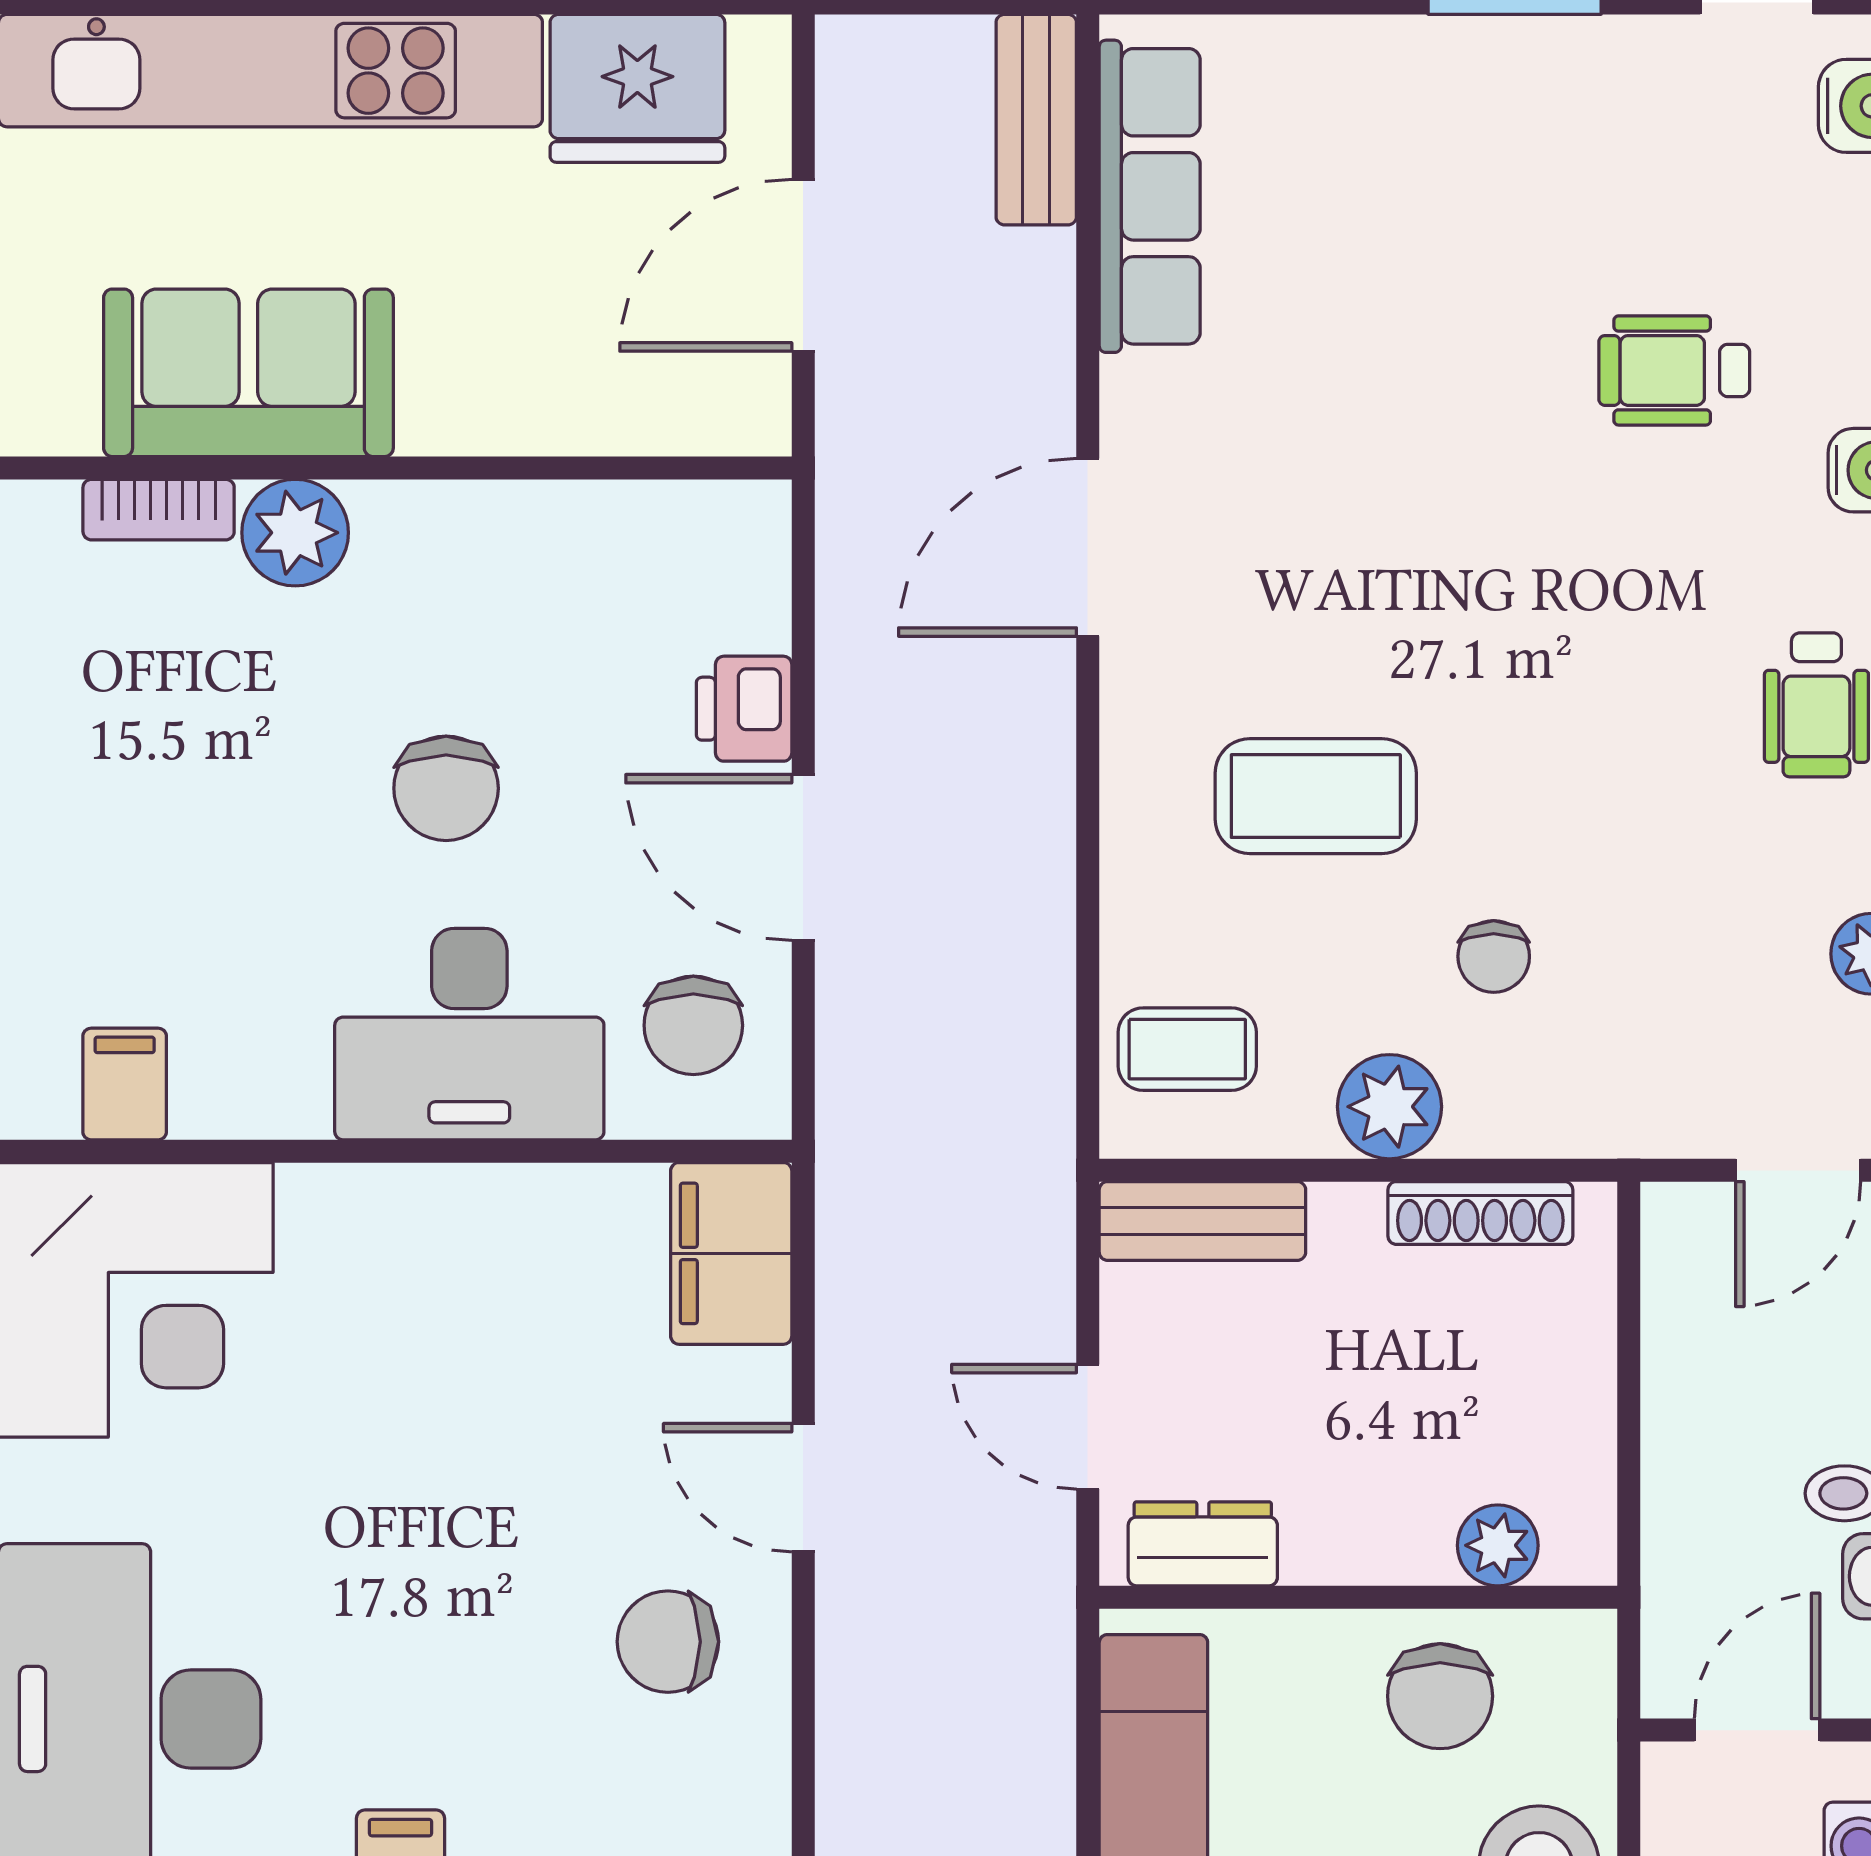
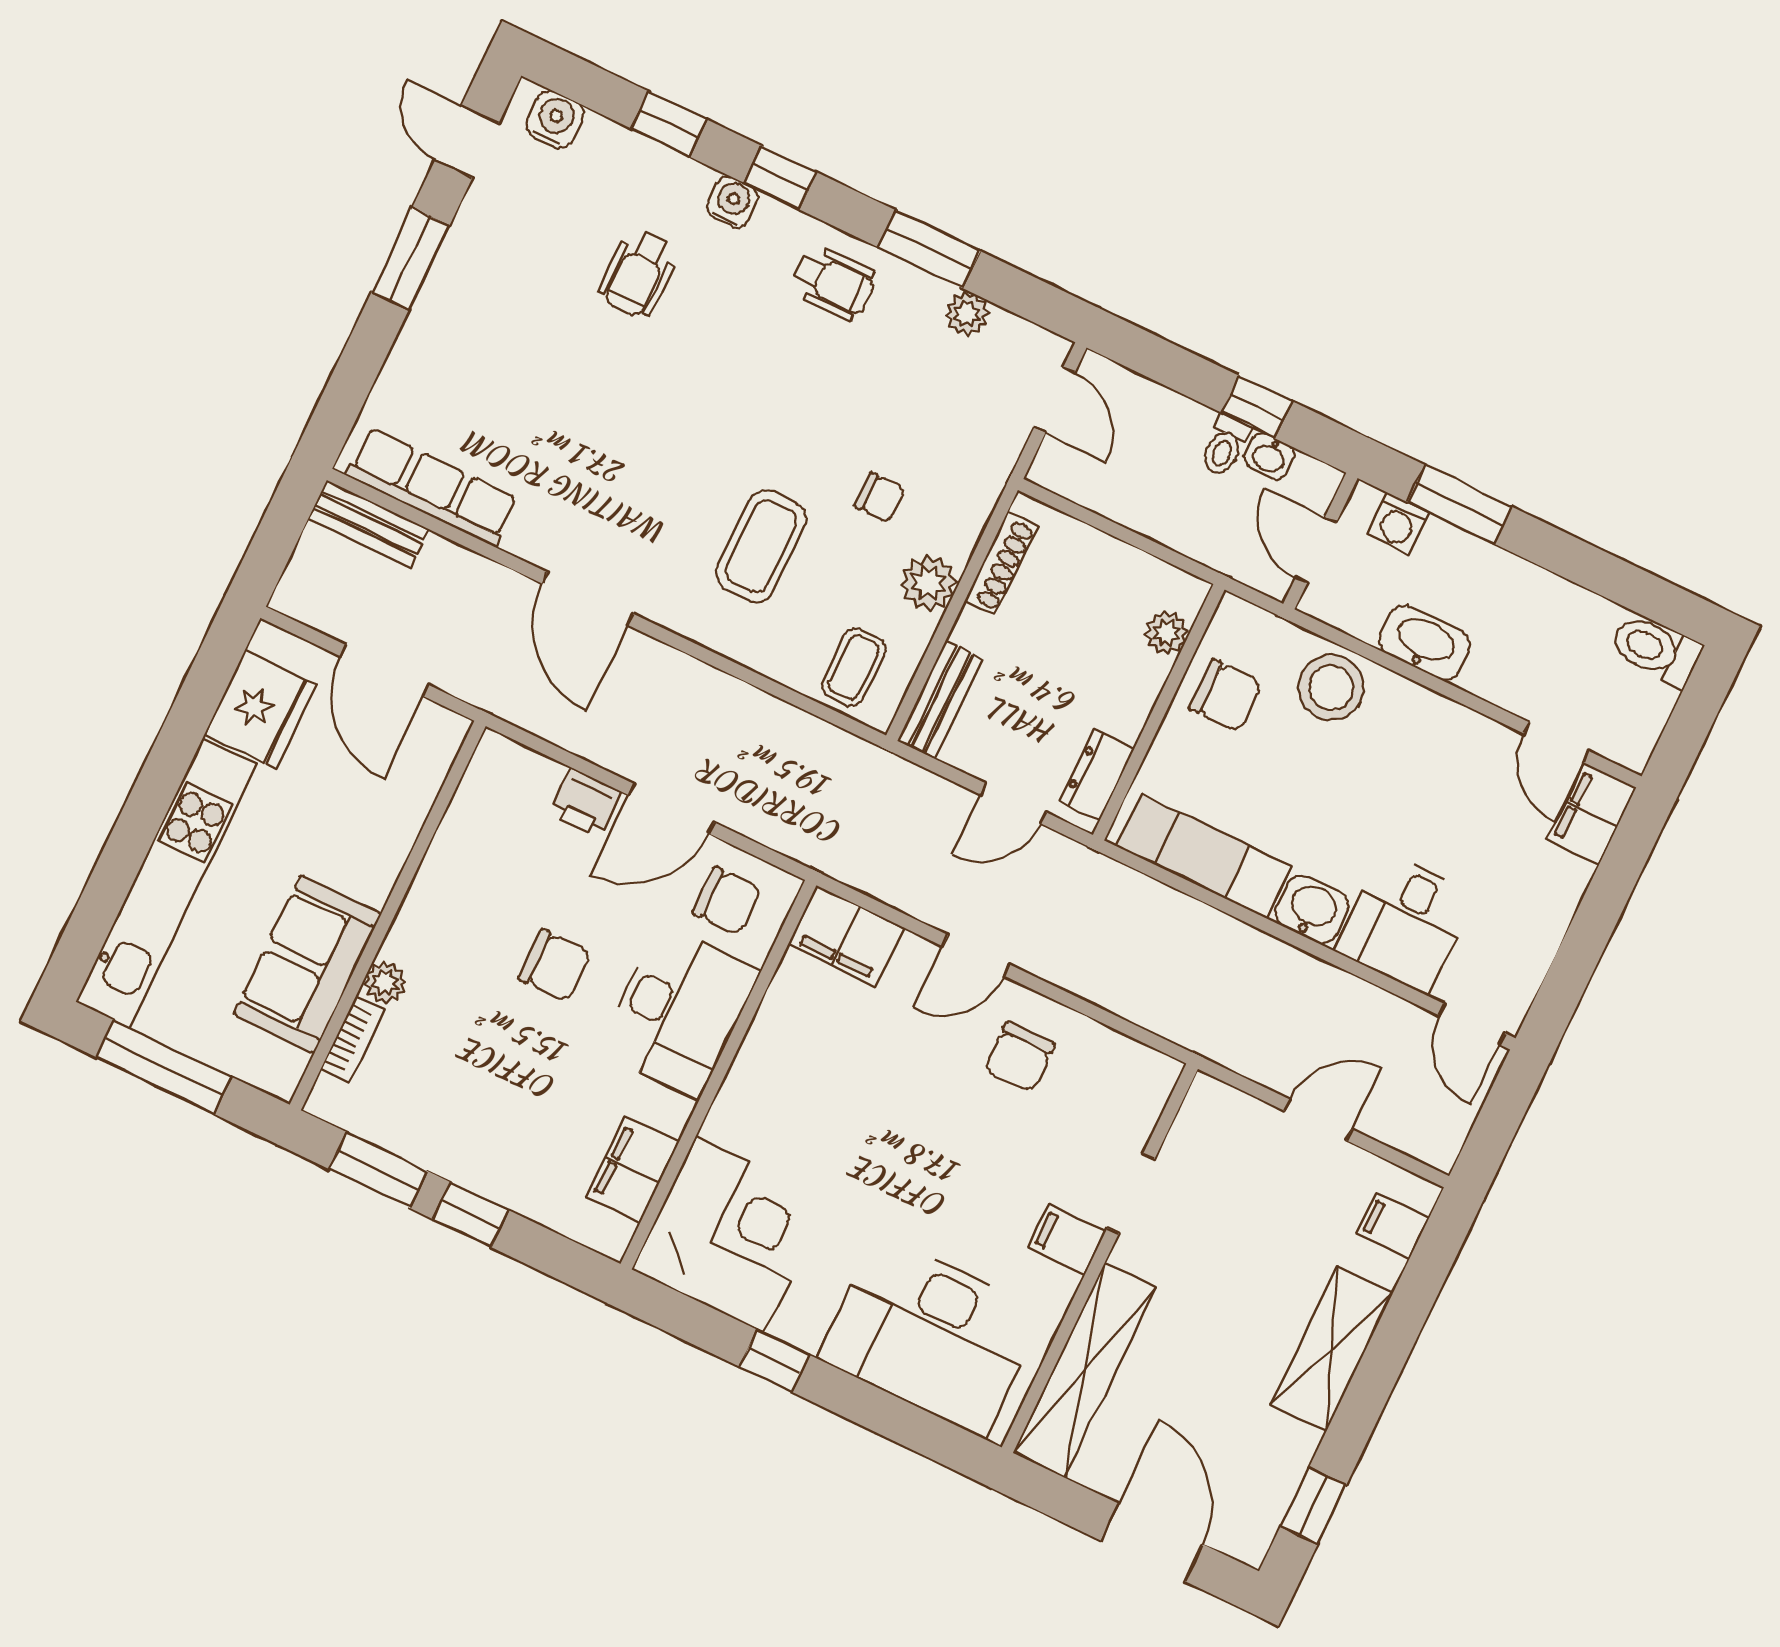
plant: (295, 533) -> (385, 983), width x0.73, depth x0.73
filing cabinet: (125, 1084) -> (633, 1170), width x2.00

